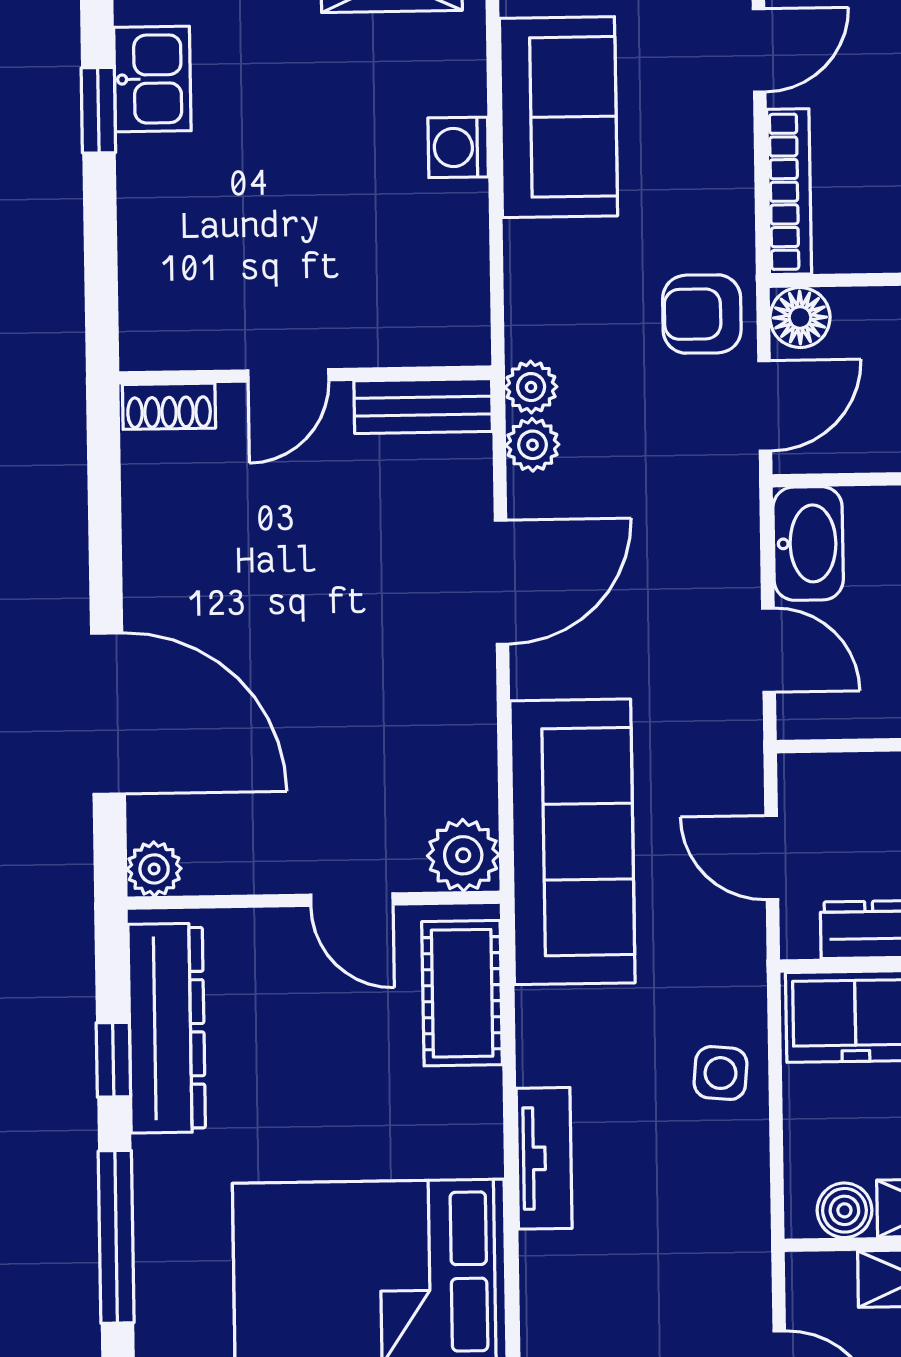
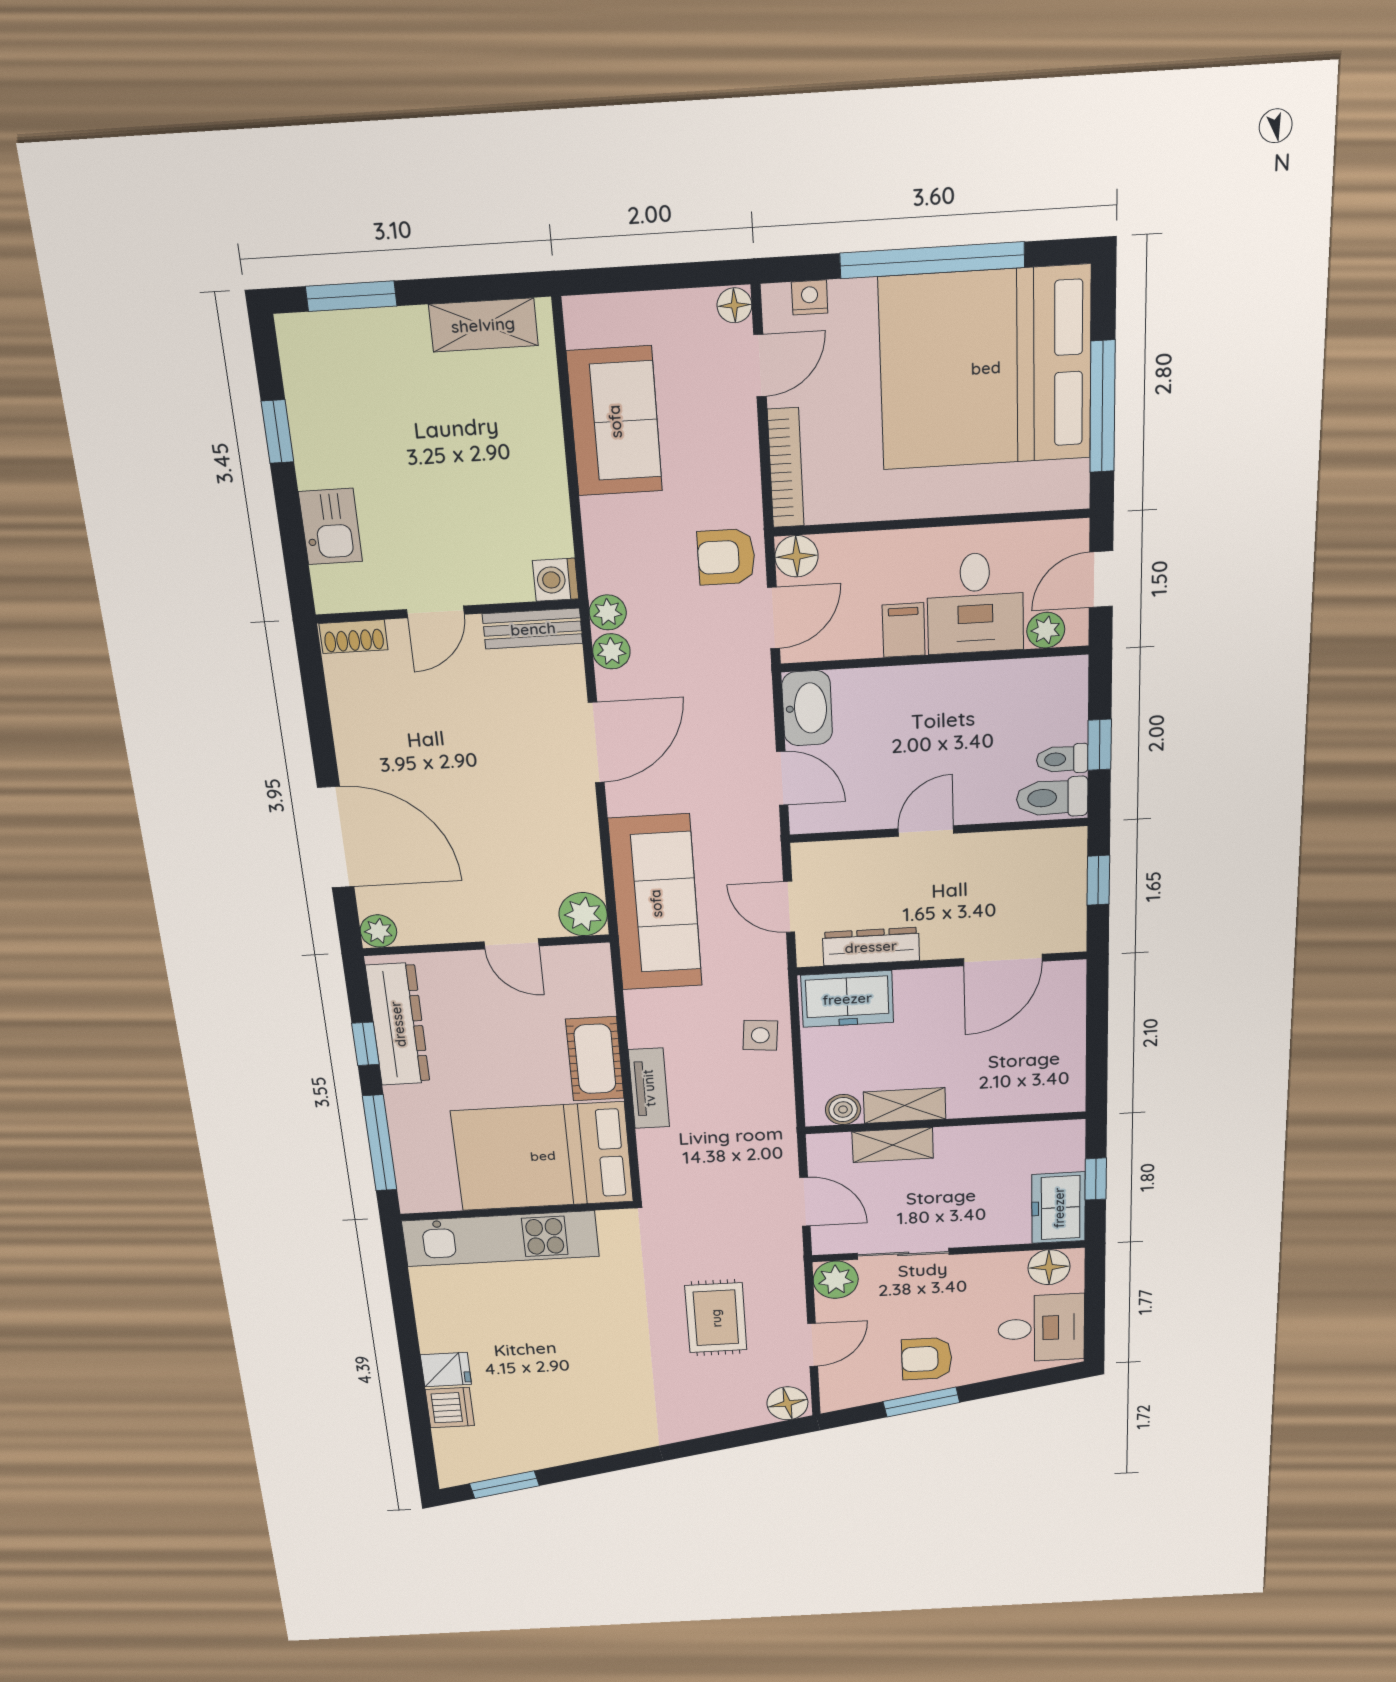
kitchen sink: (152, 79) -> (331, 527), moved
washing machine: (458, 147) -> (555, 580), moved
cot: (462, 993) -> (595, 1059), moved

